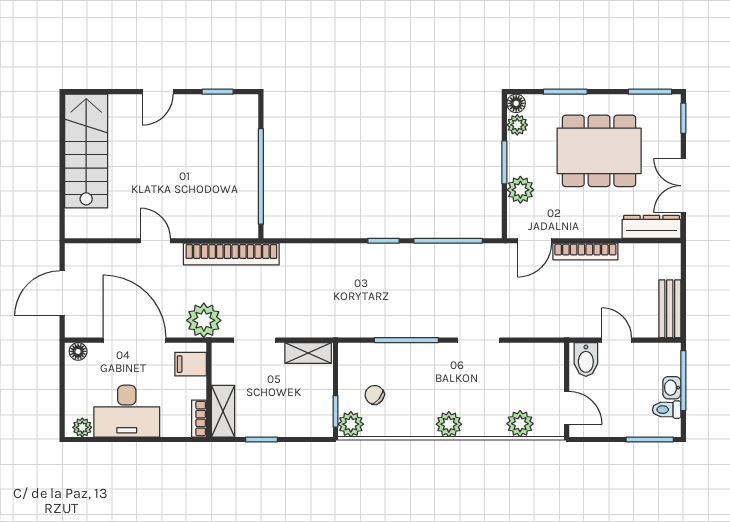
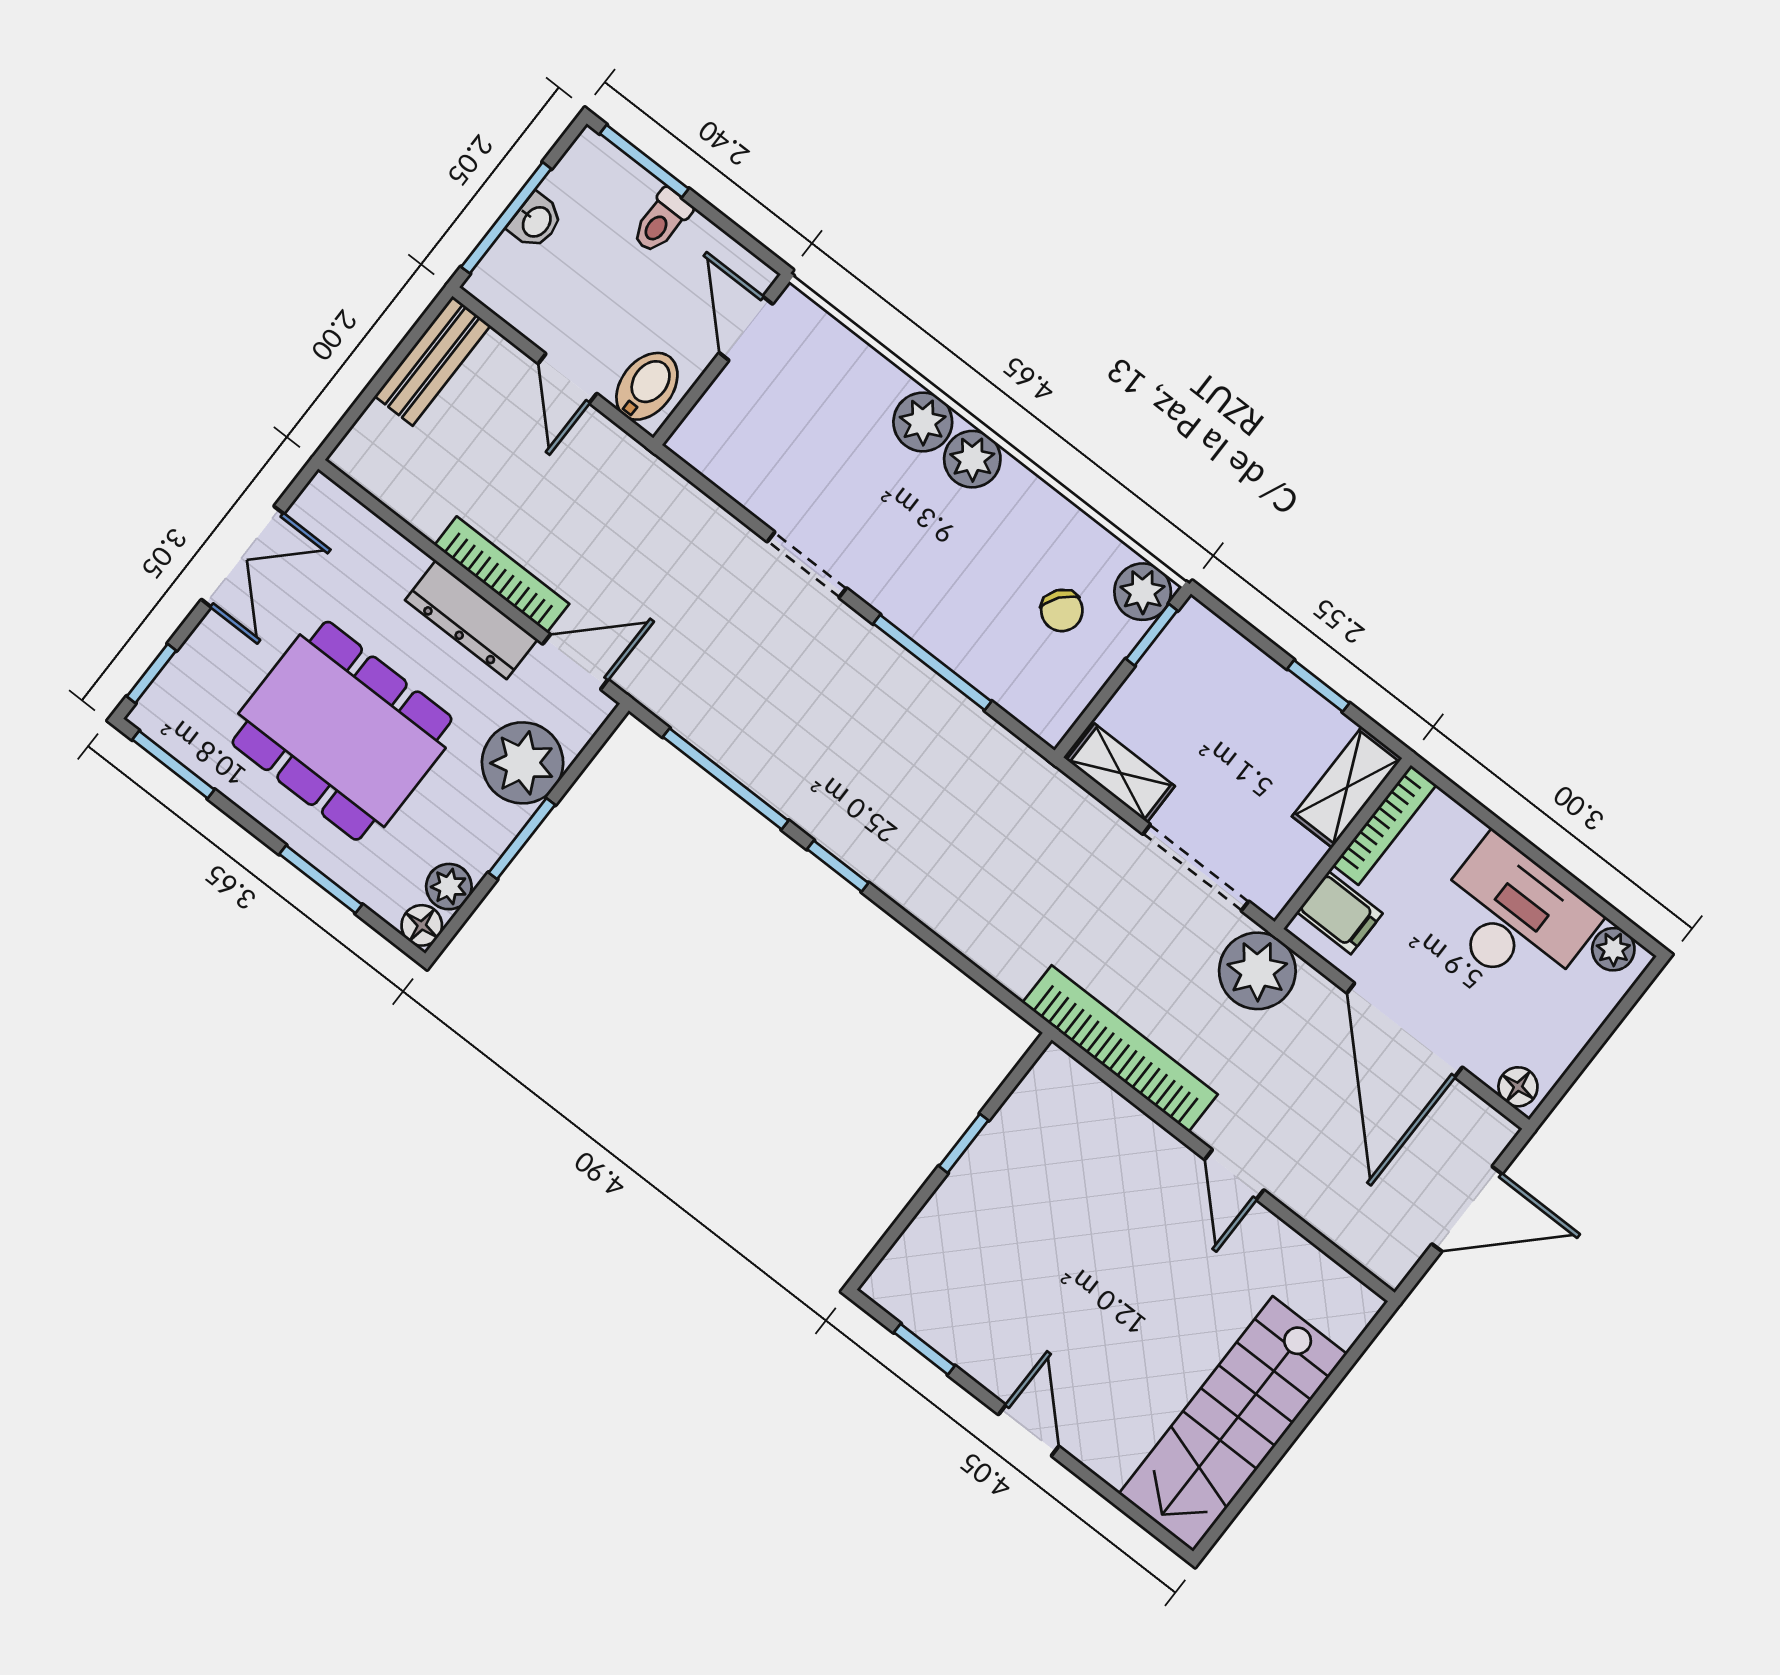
door: (158, 92) -> (1029, 1430), hinge flipped
window: (261, 176) -> (964, 1143), width x0.32
plant: (520, 190) -> (523, 763), width x1.36, depth x1.36
dresser: (652, 227) -> (471, 620), moved
doorway: (255, 340) -> (1196, 868), width x1.38
toilet: (667, 410) -> (661, 221), moved, turned 90
bookcase: (199, 419) -> (1385, 825), width x1.56
plant: (520, 424) -> (923, 422), moved

